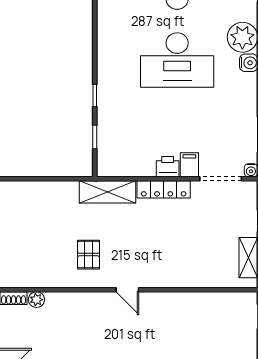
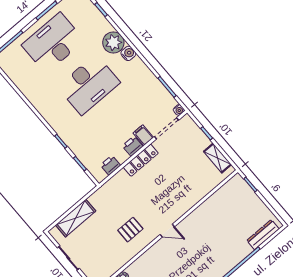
printer: (126, 167) -> (110, 165), added
shelving: (107, 192) -> (76, 218), moved
pallet: (89, 255) -> (130, 230), turned 90

